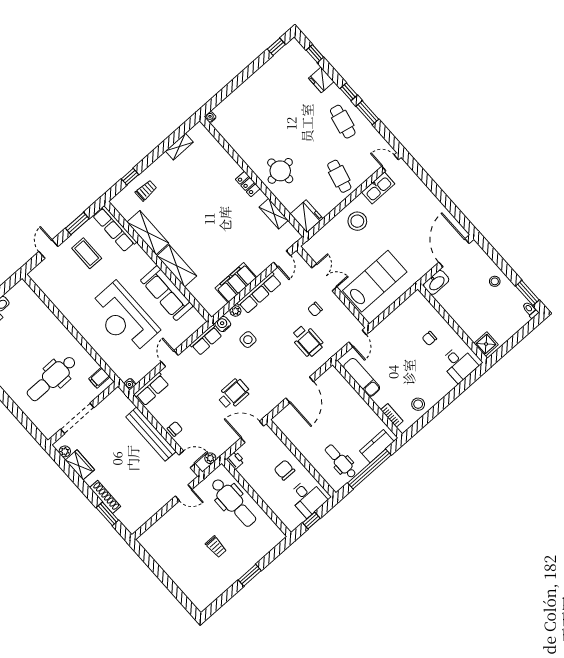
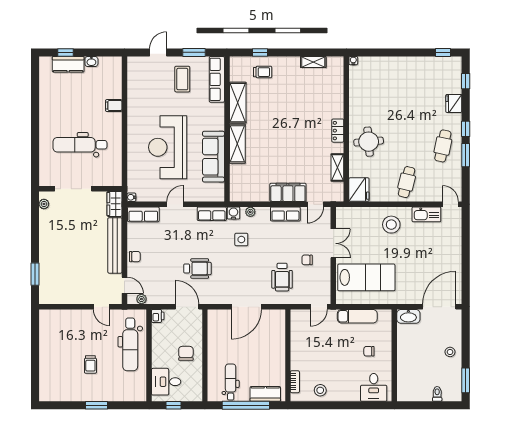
filing cabinet: (236, 283) -> (288, 192), moved
row of seats: (259, 293) -> (285, 214), width x0.68
toilet: (530, 310) -> (437, 394), moved
shower: (486, 344) -> (405, 390), removed
exam couch: (362, 377) -> (357, 316), moved, turned 90
filing cabinet: (99, 378) -> (114, 106), moved
wardrobe: (80, 465) -> (114, 204), moved, turned 180
shoe rack: (105, 497) -> (44, 261), removed
desk: (307, 498) -> (166, 382), moved, turned 90

